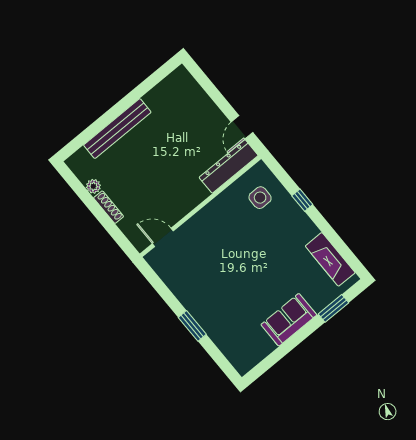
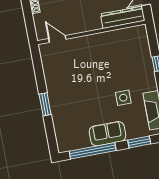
side table: (260, 198) -> (123, 98), moved
window: (282, 351) -> (93, 151), added

